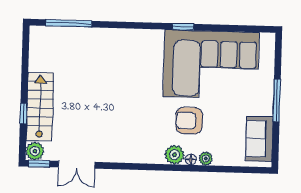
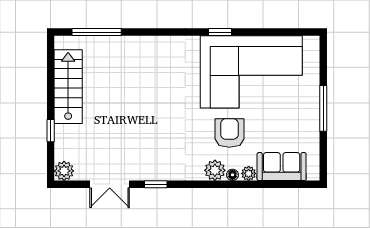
stairs: (40, 107) -> (68, 87), moved
armchair: (189, 121) -> (229, 133), turned 90
sofa: (259, 139) -> (282, 167), moved, turned 90
window: (39, 164) -> (156, 184), moved

